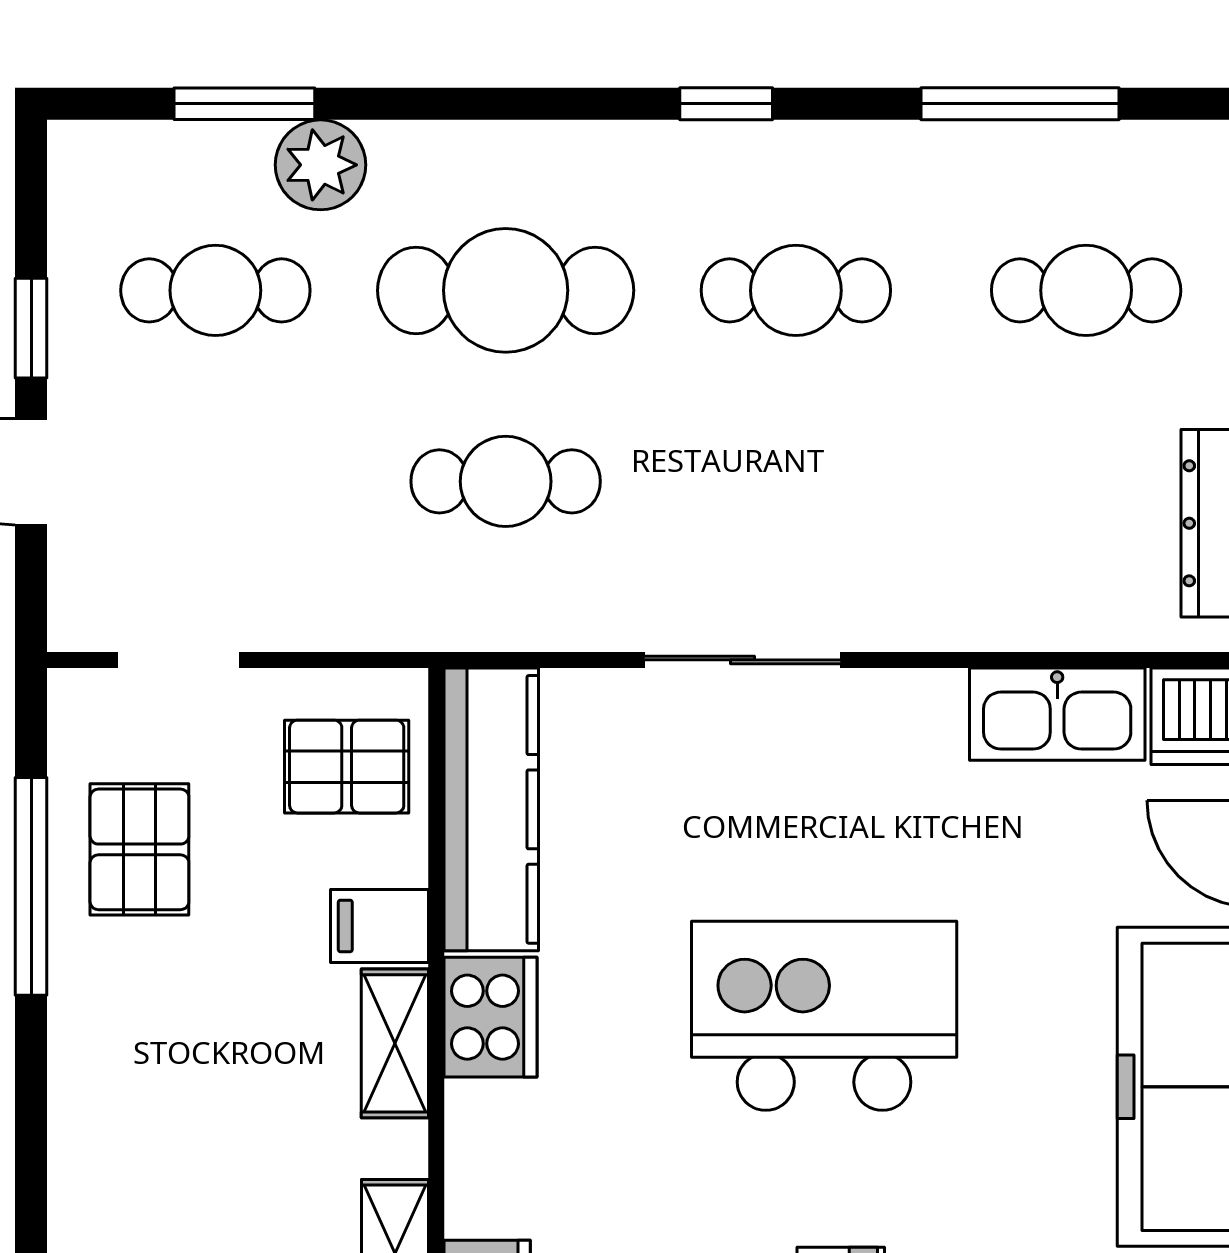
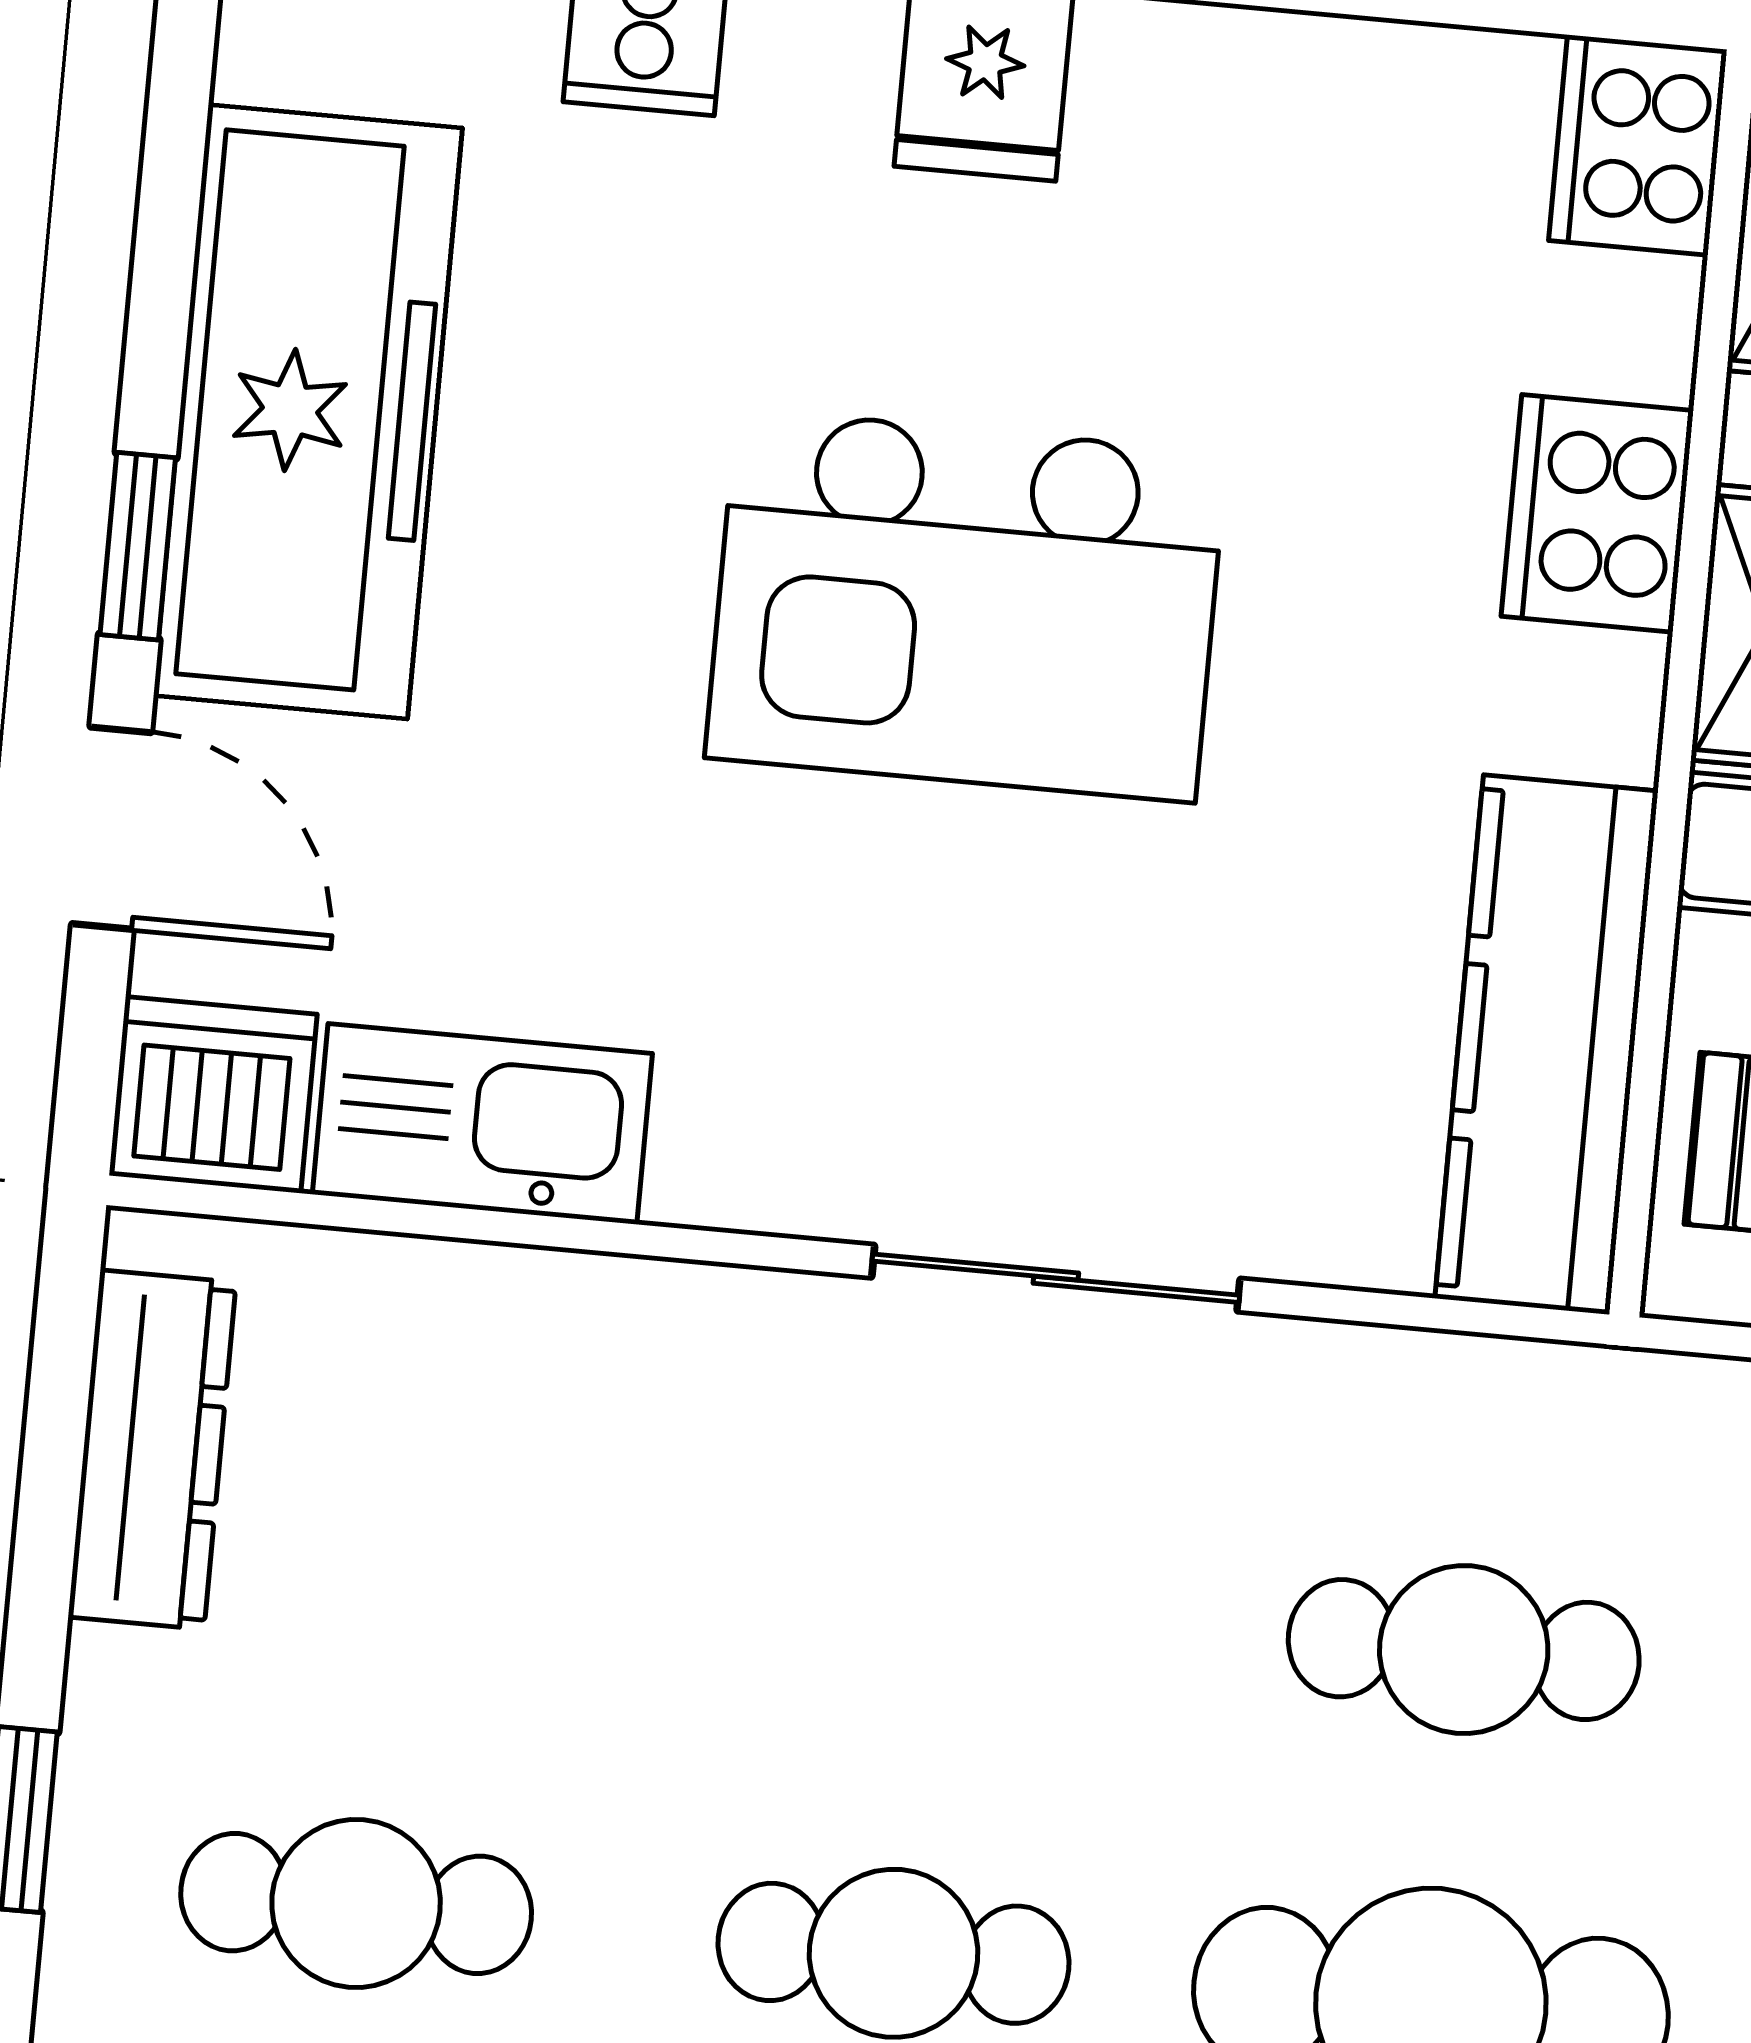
cooker: (491, 1017) -> (1597, 513), moved

